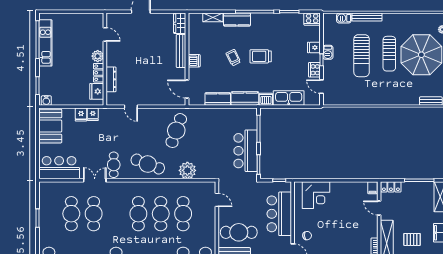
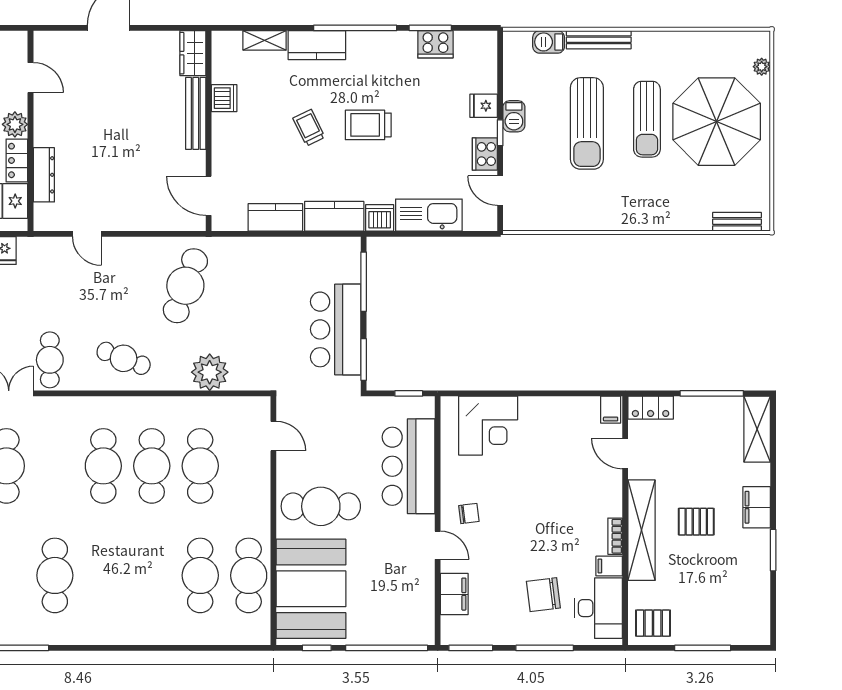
cooker: (312, 19) -> (435, 44), moved
dishwasher: (194, 61) -> (224, 98), moved
cafe table: (148, 164) -> (124, 358), width x0.73, depth x0.74

